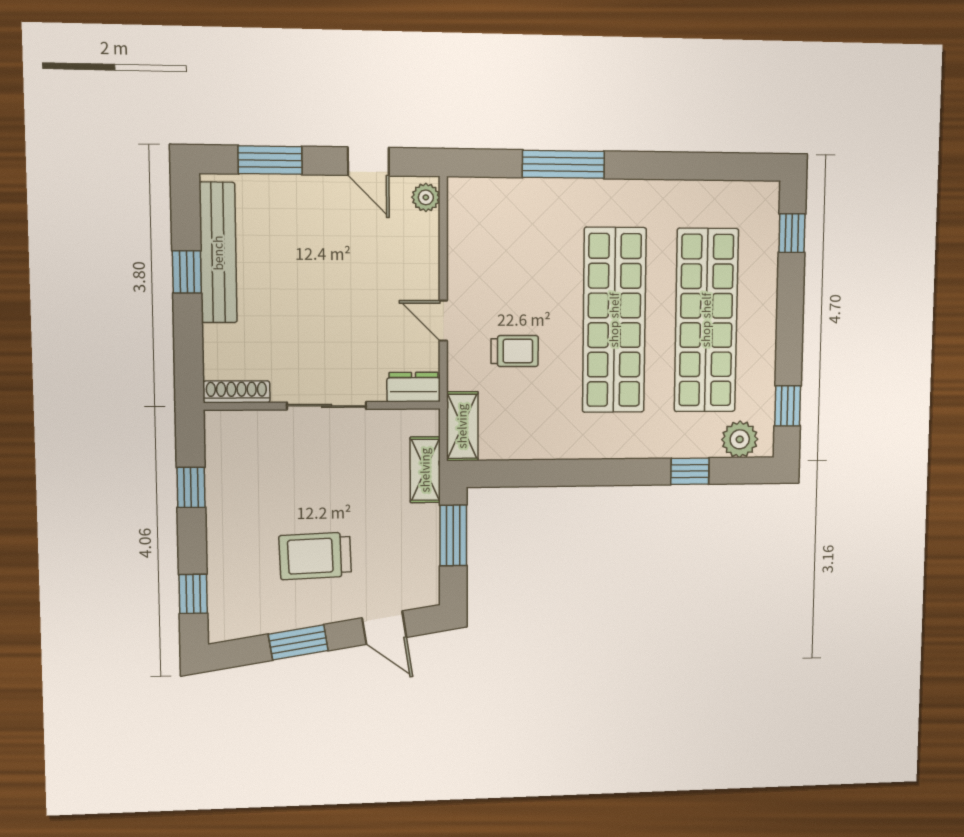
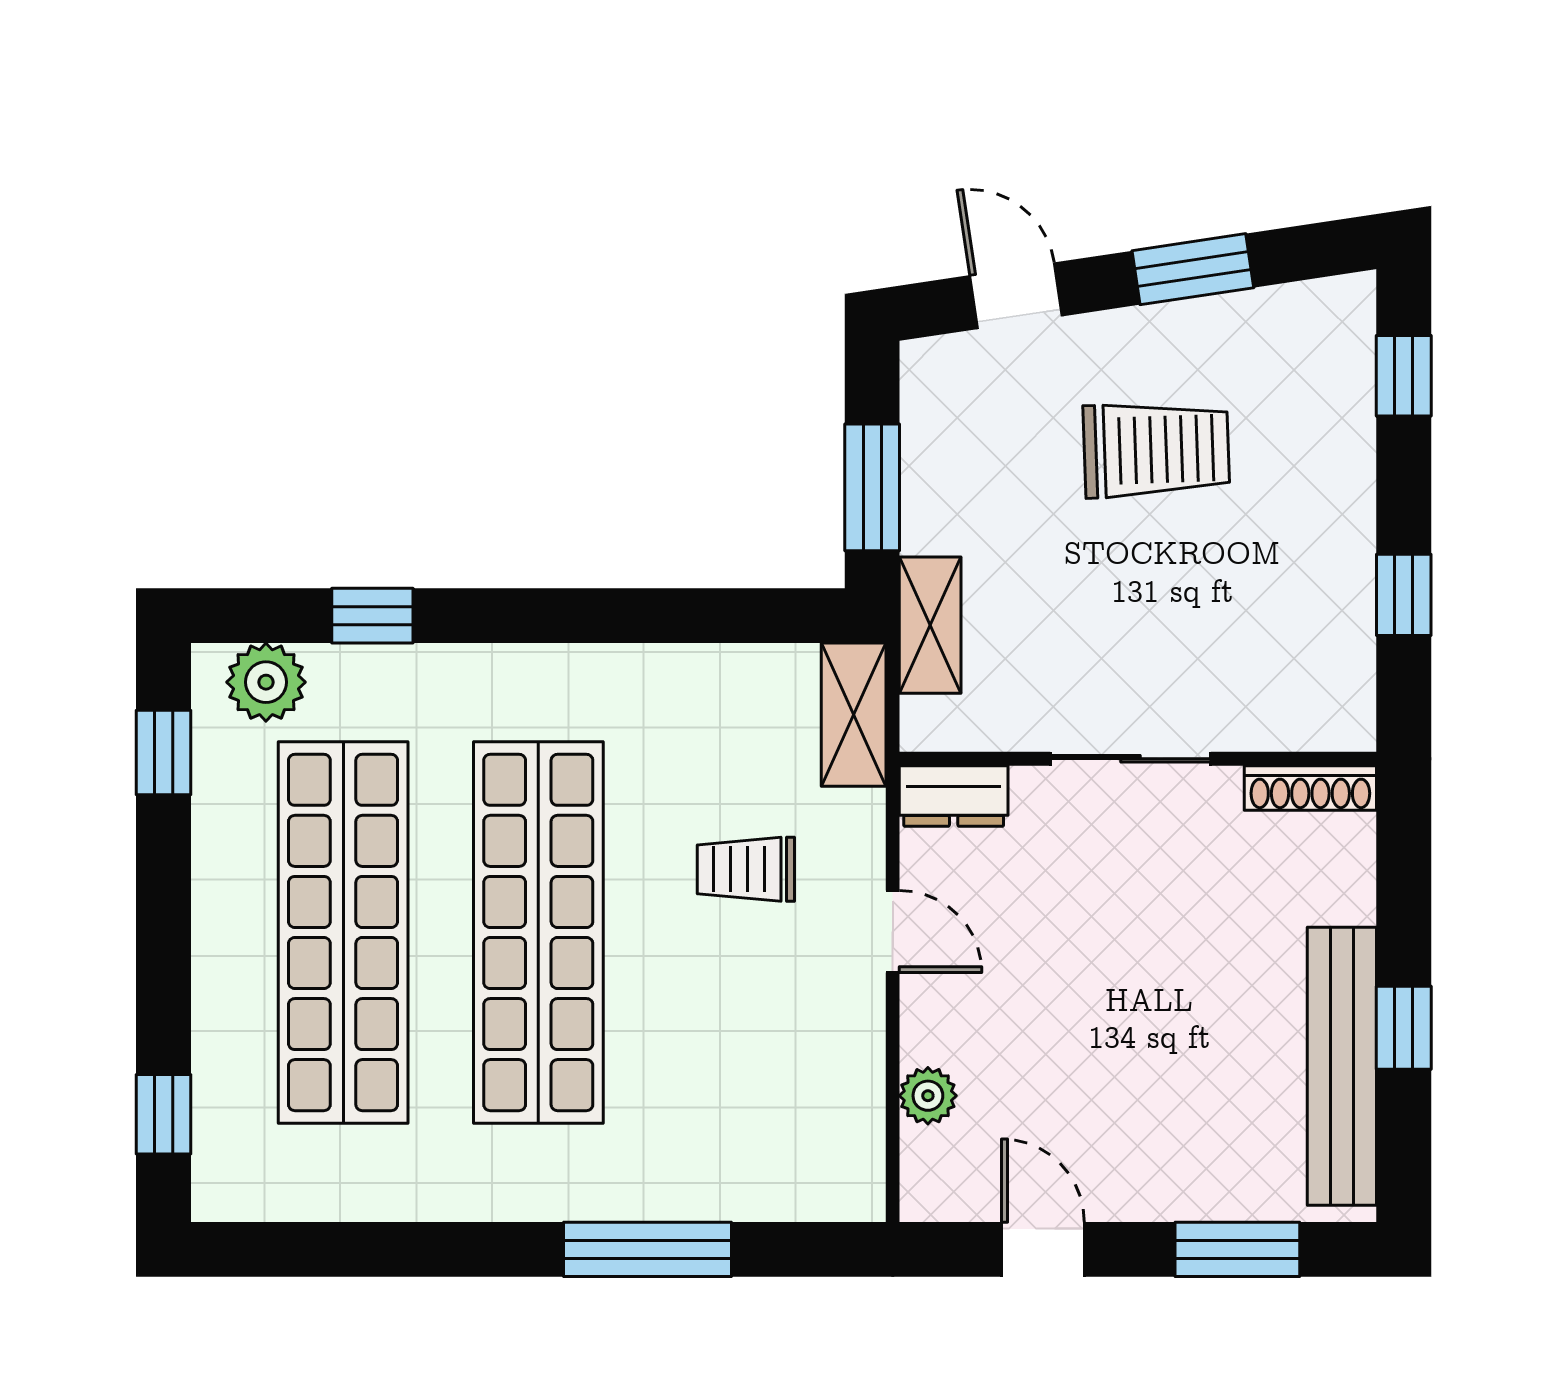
plant: (426, 197) -> (928, 1096), moved

